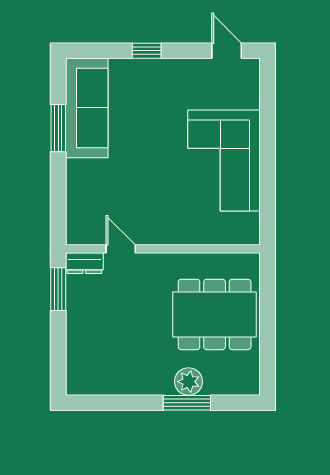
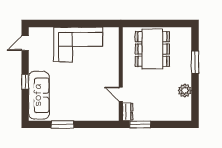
sofa: (87, 108) -> (39, 95), moved, turned 90
door: (121, 249) -> (121, 94), hinge flipped
plant: (189, 382) -> (185, 91), moved

